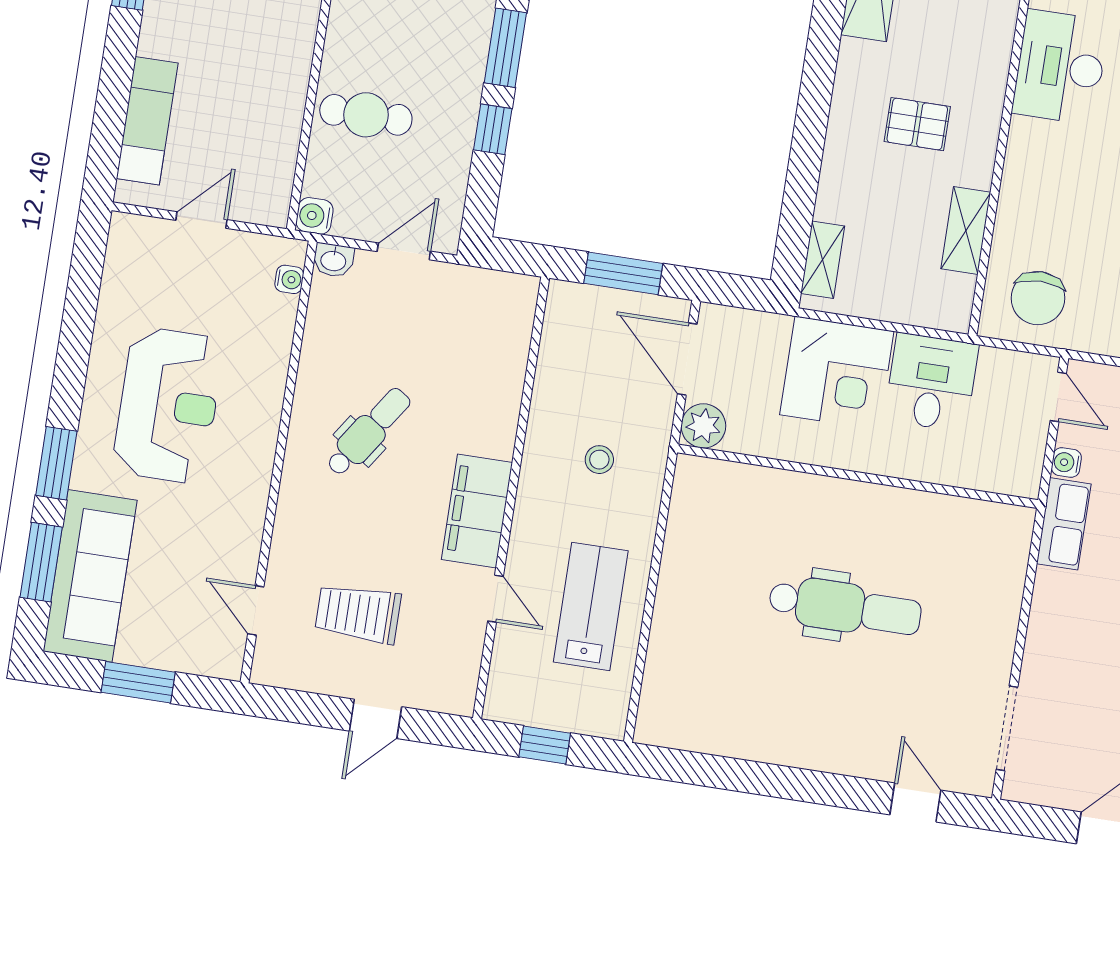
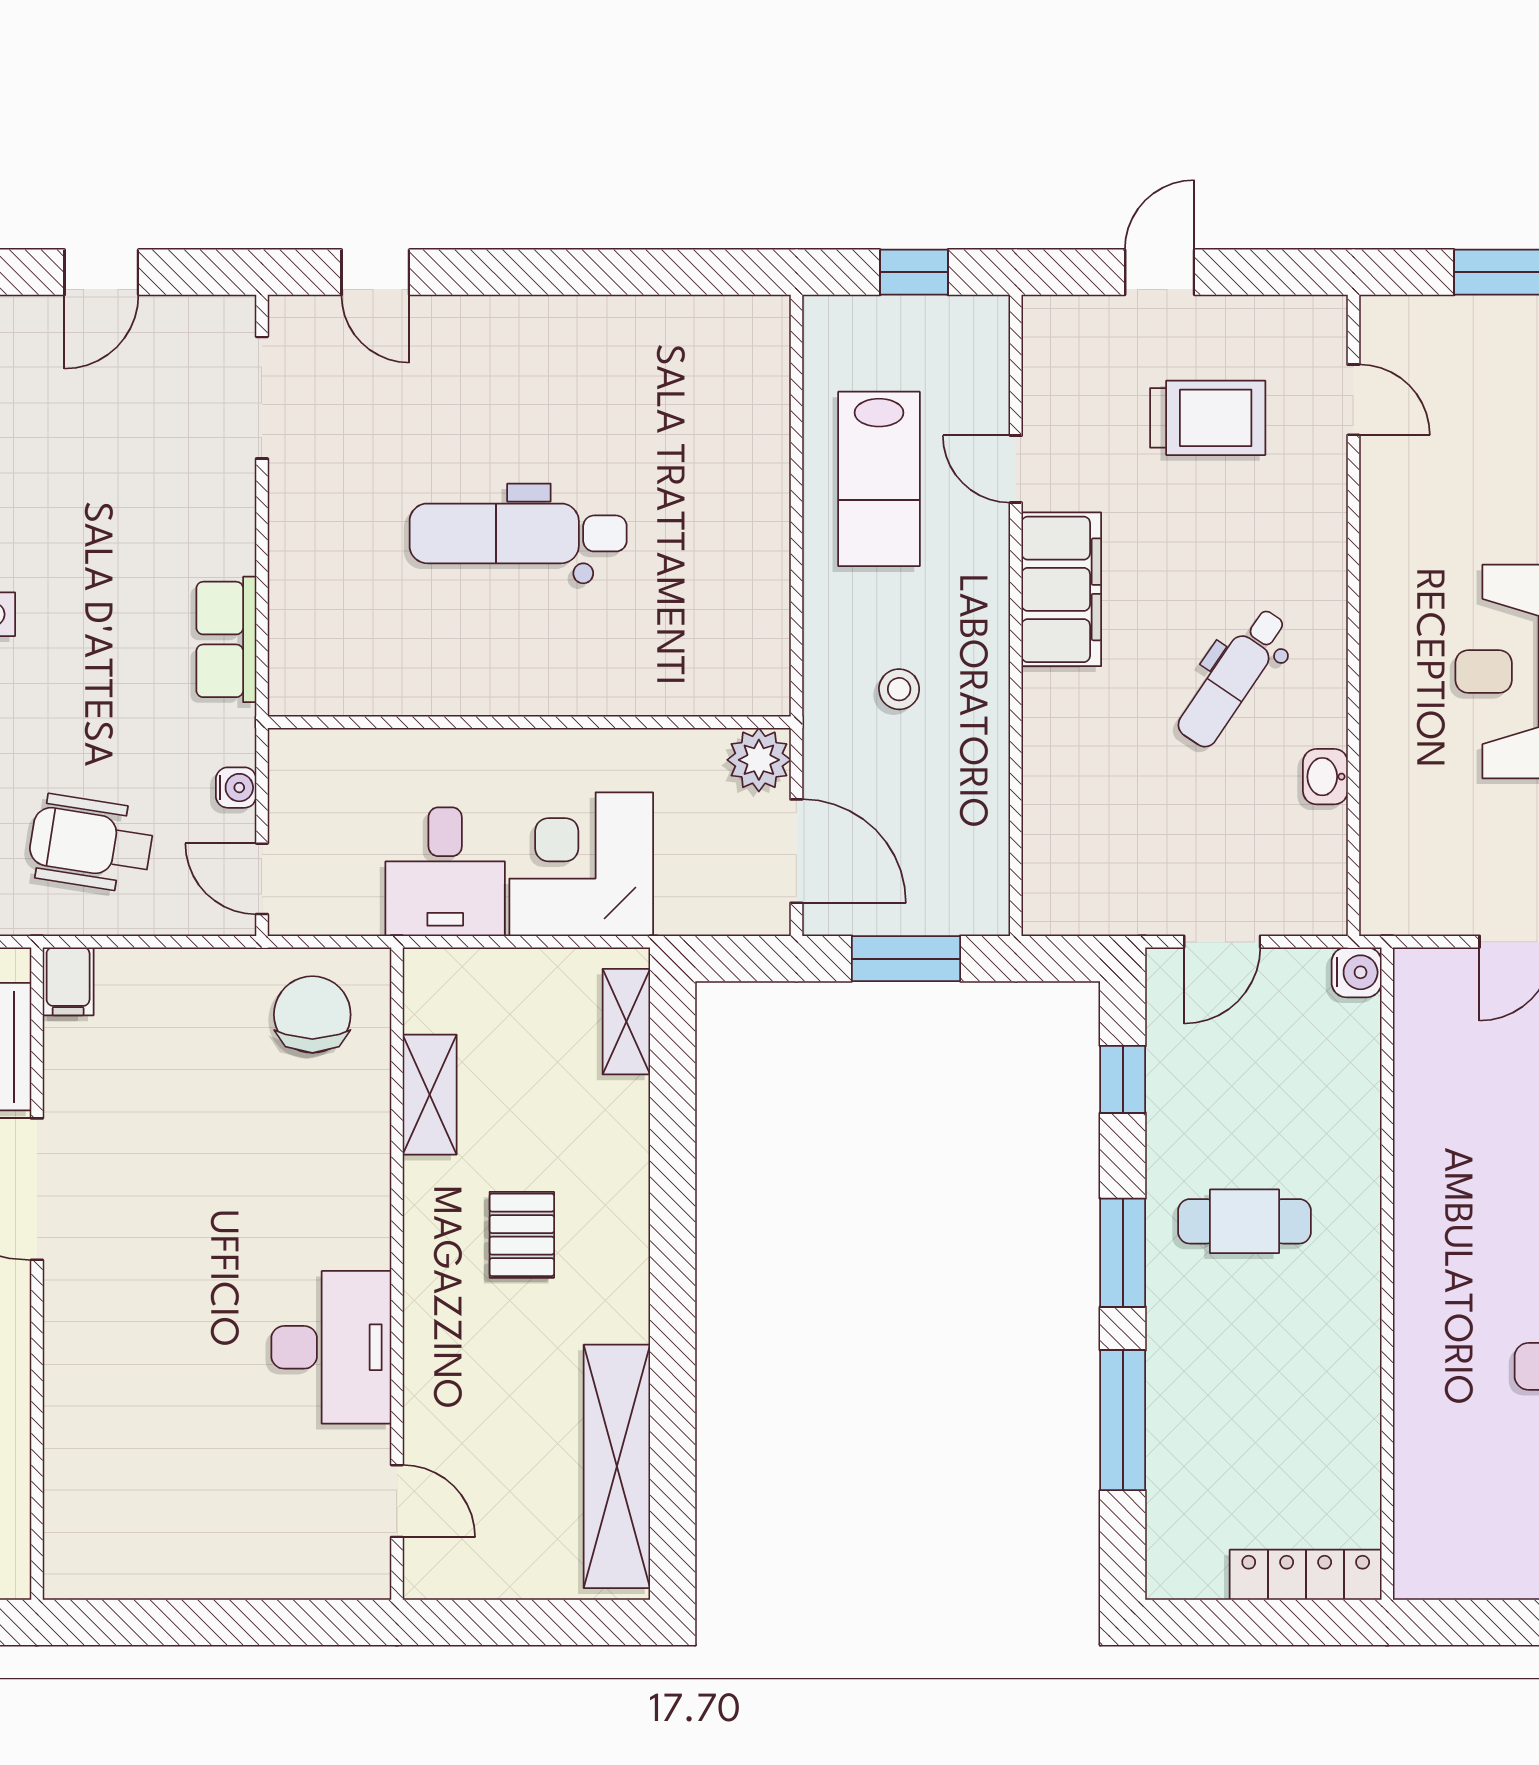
cafe table: (366, 115) -> (1244, 1221), moved
pallet: (917, 124) -> (522, 1235), turned 90
window: (493, 129) -> (1123, 1079), moved
washbasin: (333, 260) -> (1325, 777), moved, turned -90
water cooler: (289, 279) -> (1378, 877), removed
row of seats: (1064, 524) -> (226, 639), moved

